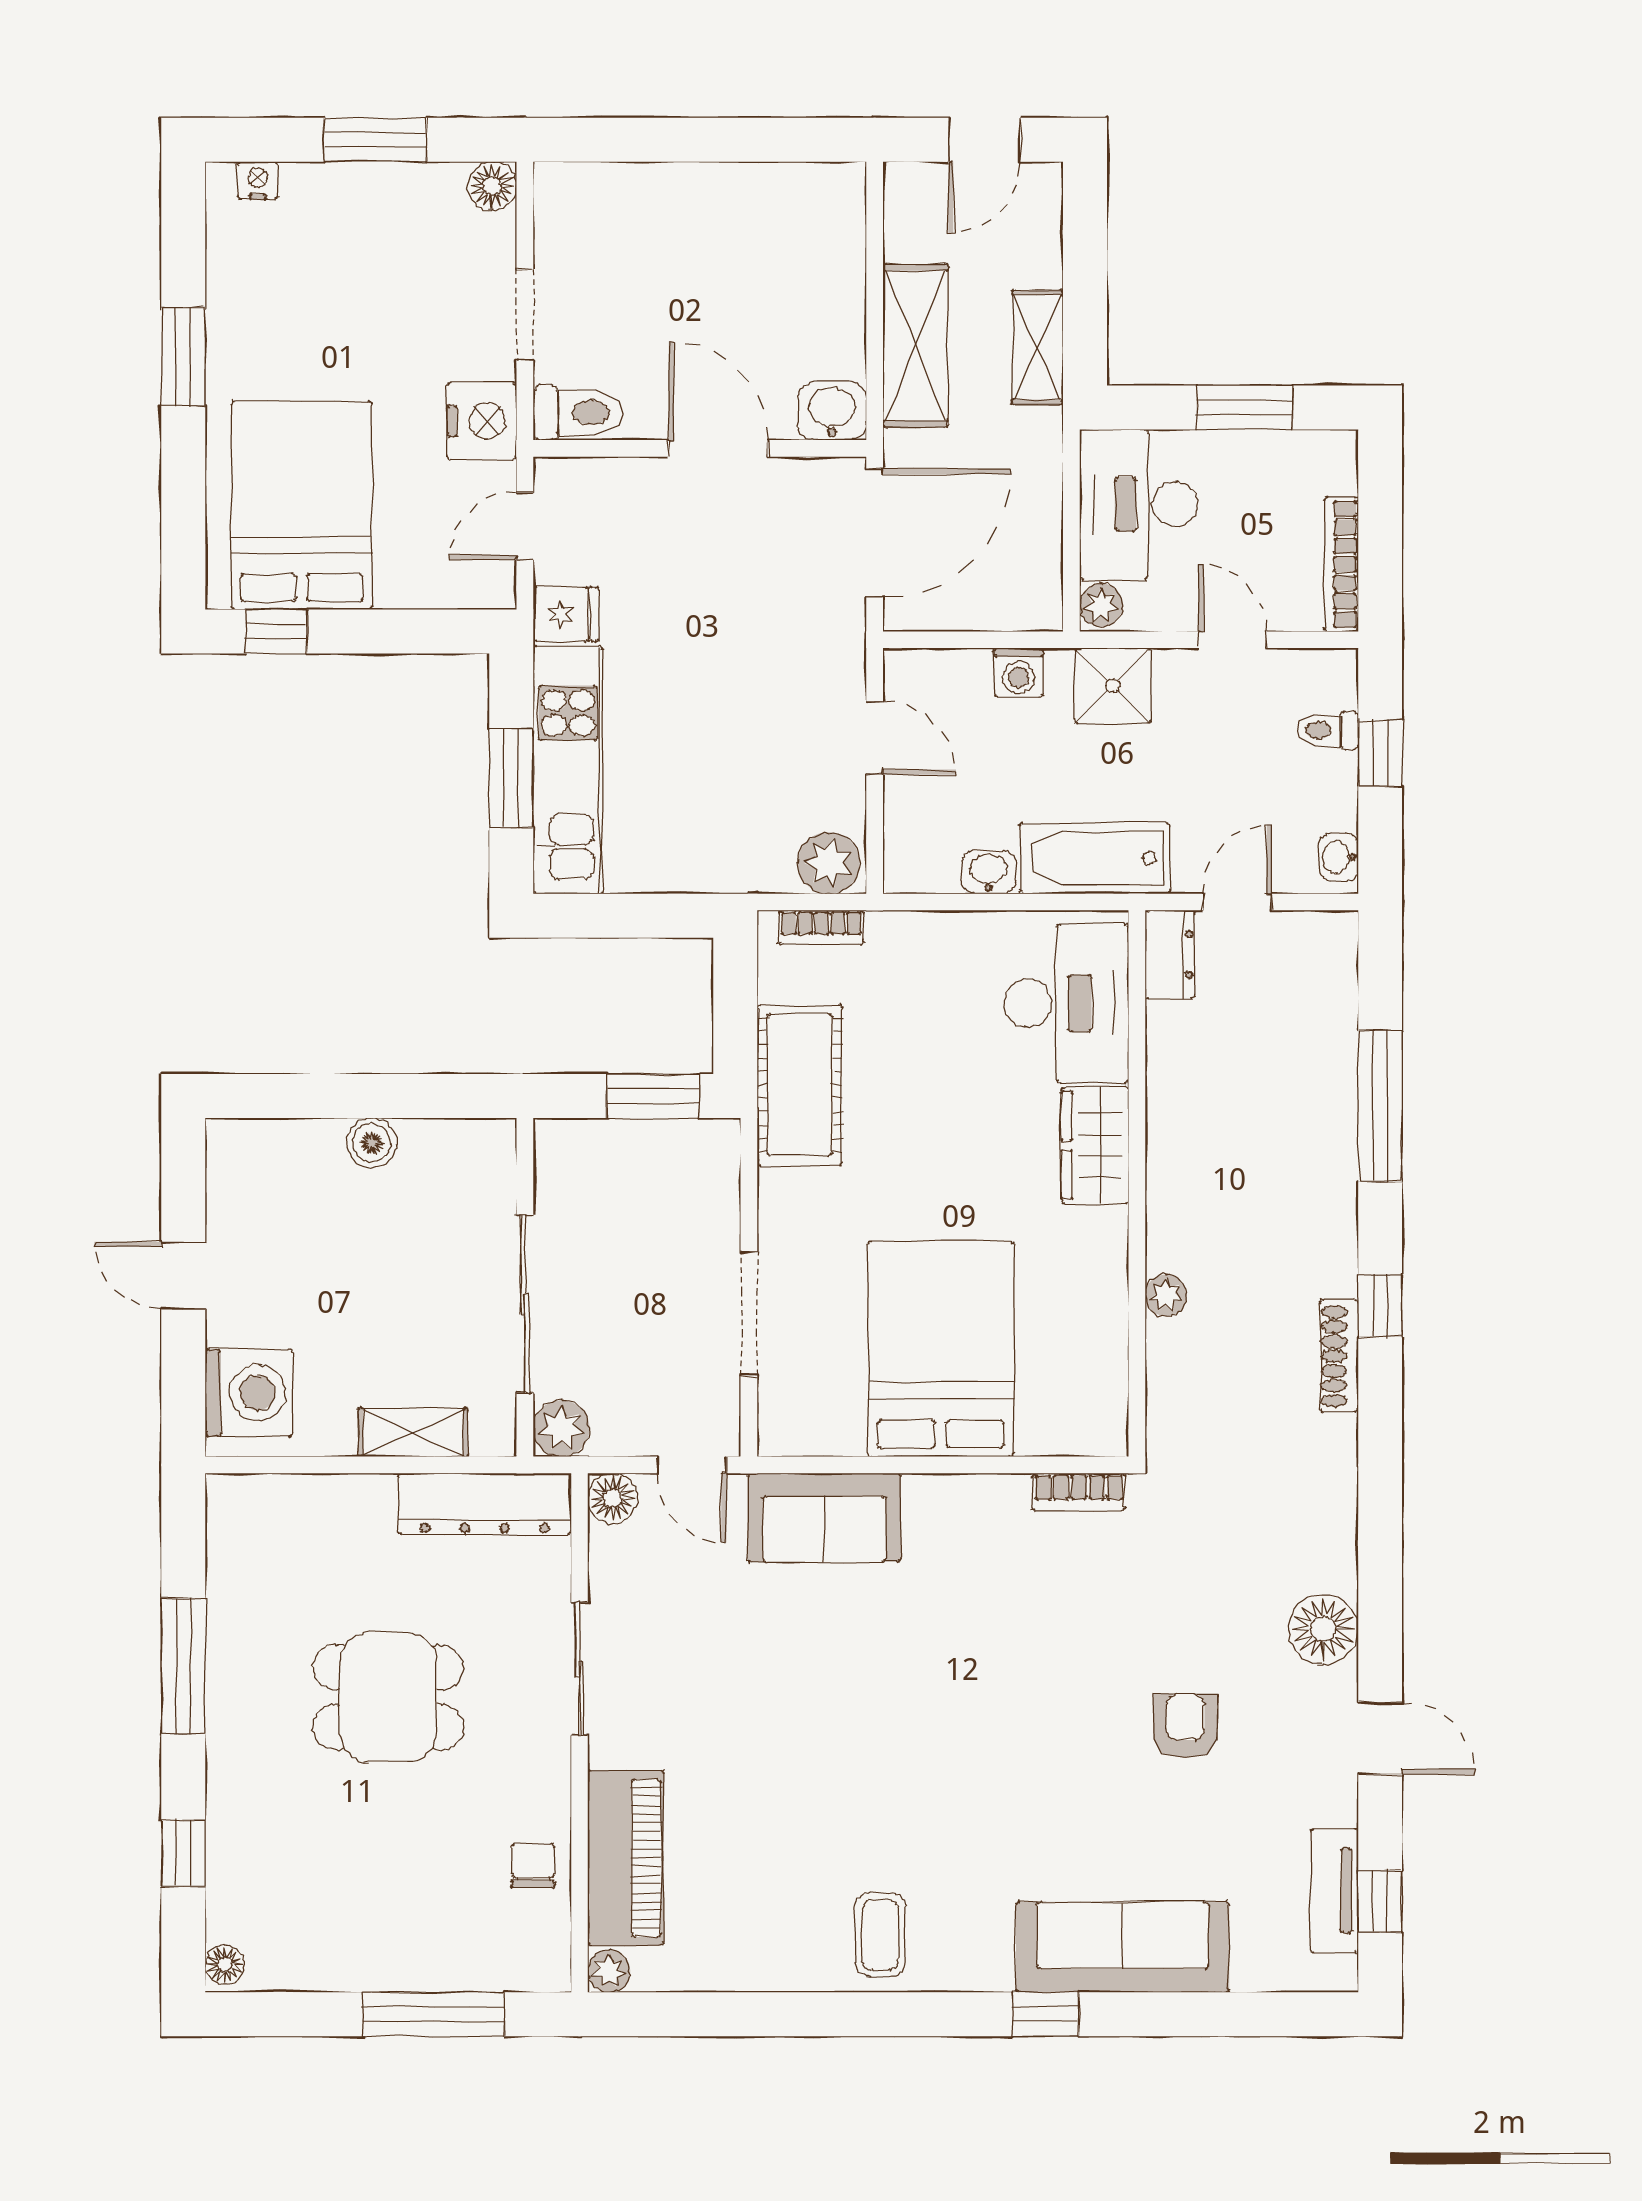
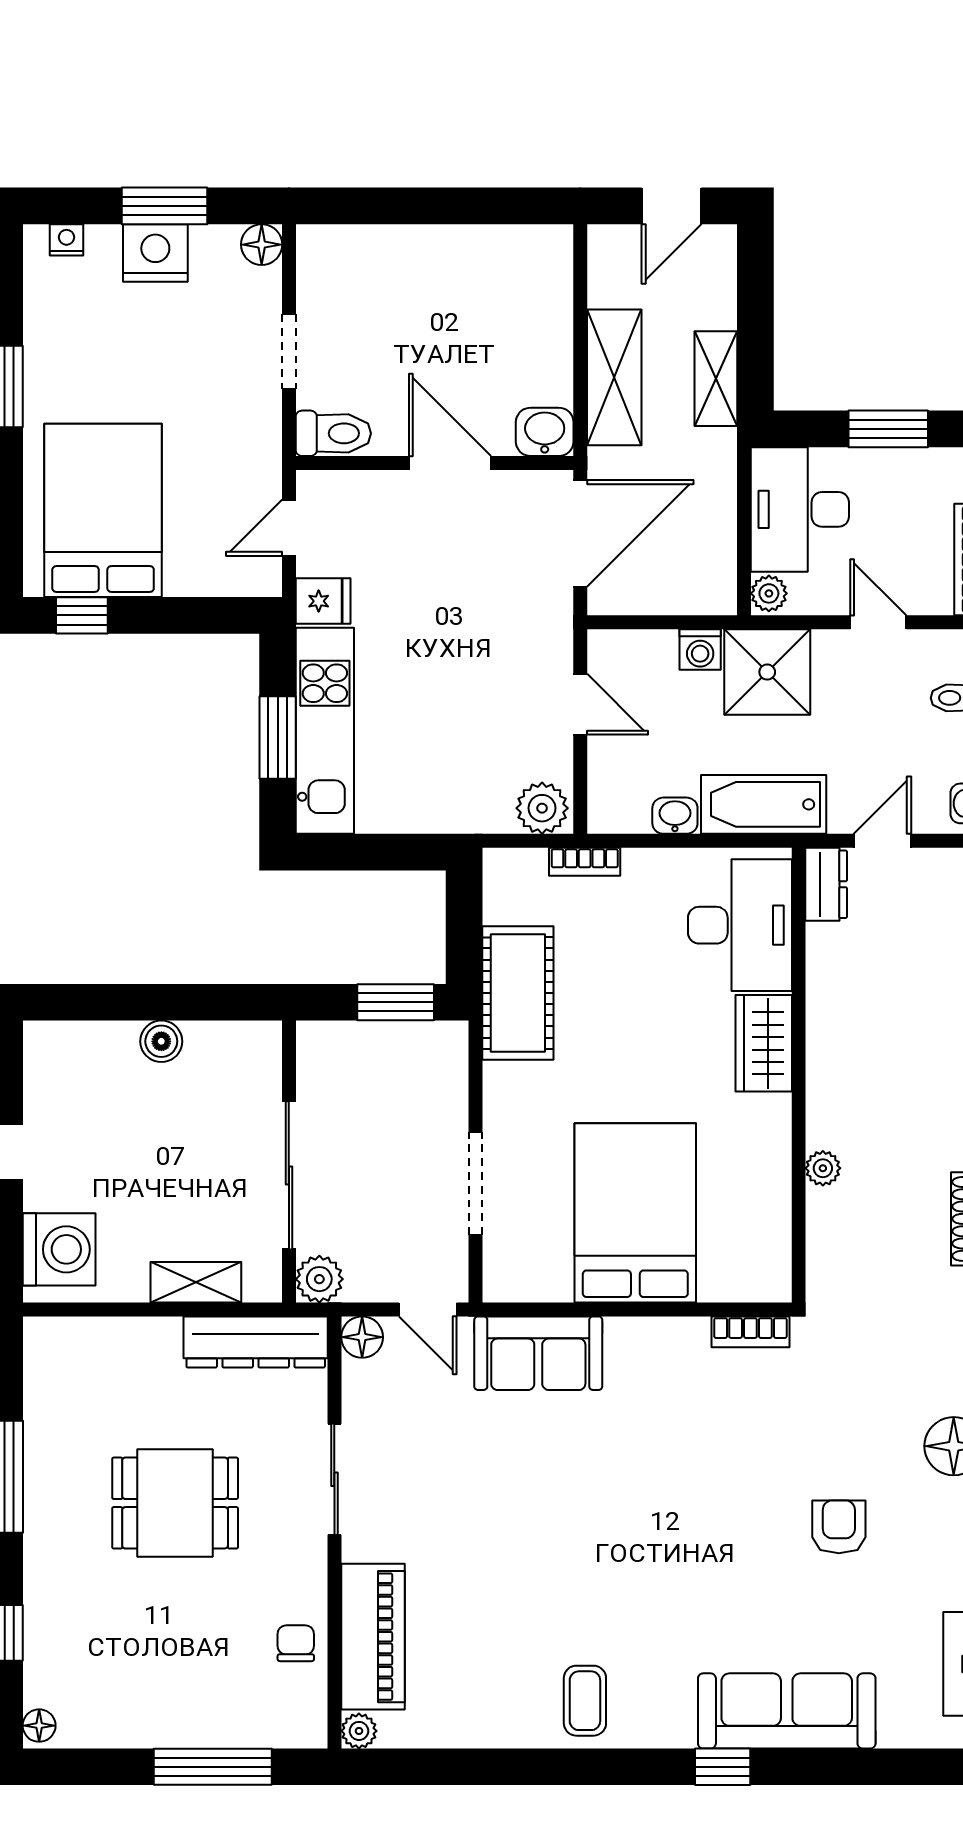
nightstand: (482, 421) -> (155, 253), moved, turned -90
shower: (1113, 686) -> (767, 672), width x1.36, depth x1.36
bookcase: (821, 927) -> (585, 862), moved

